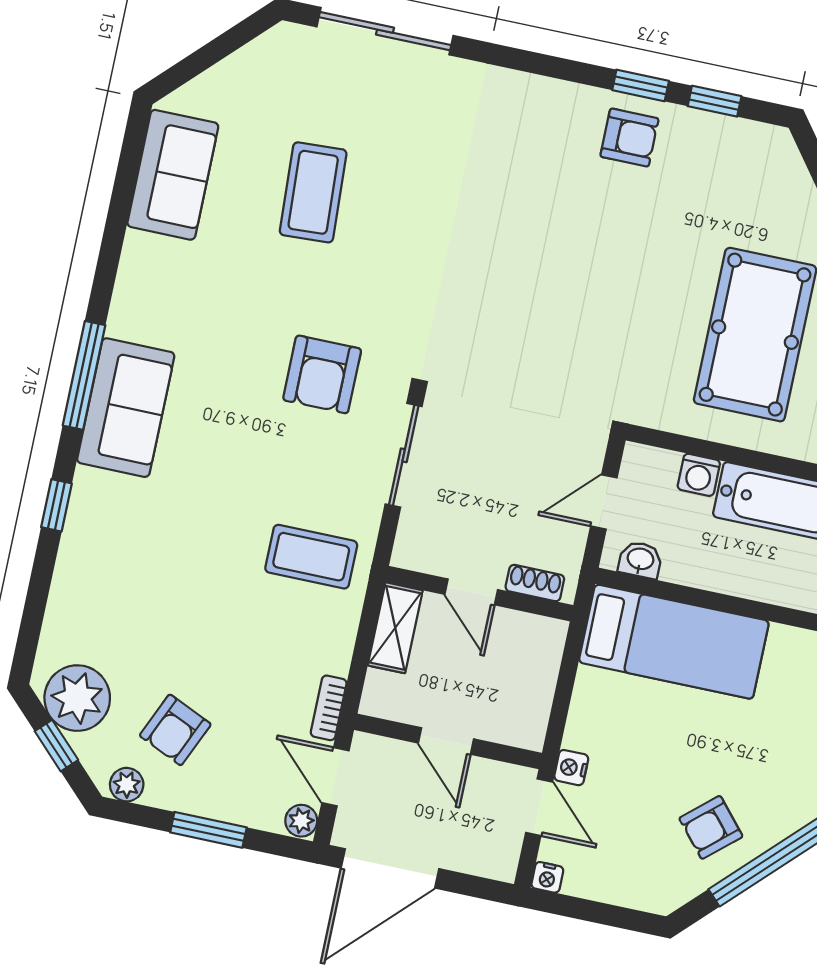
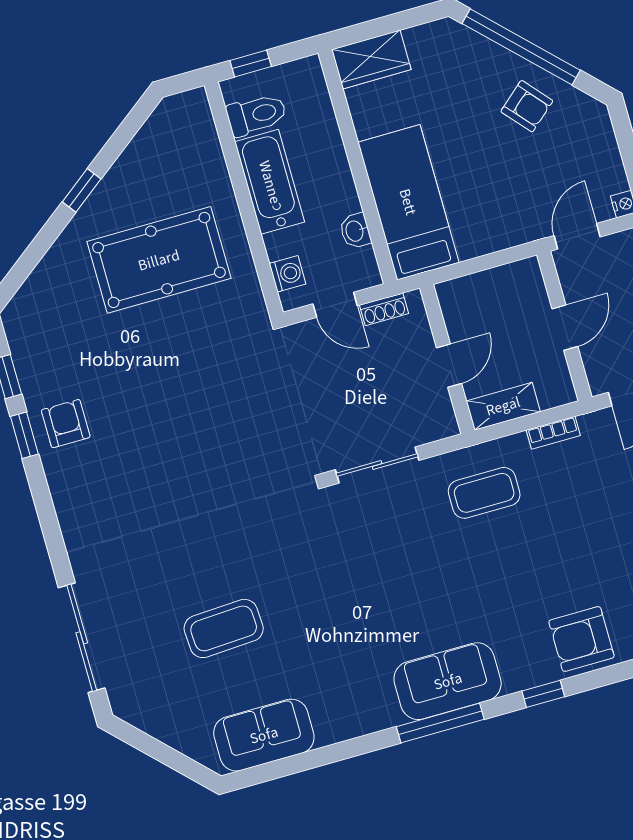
armchair: (322, 374) -> (581, 639), moved, turned 180
washing machine: (699, 475) -> (288, 274), moved
coffee table: (311, 557) -> (484, 493), turned 90
washbasin: (640, 560) -> (355, 231), moved
shoe rack: (535, 583) -> (384, 309), moved, turned -90
bookcase: (329, 708) -> (553, 433), moved
nightstand: (571, 768) -> (537, 228), removed

